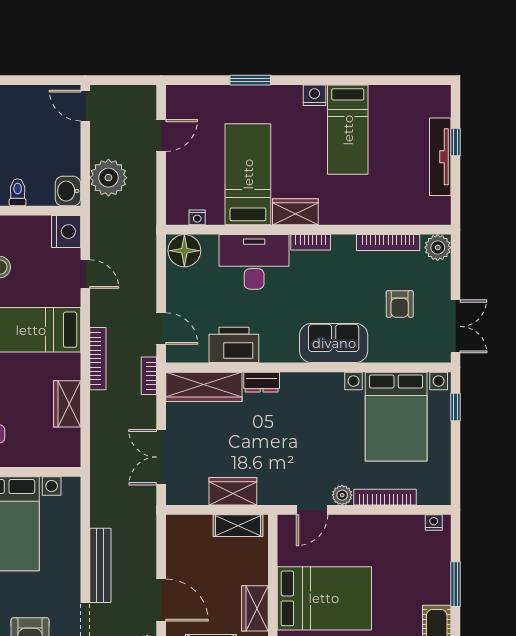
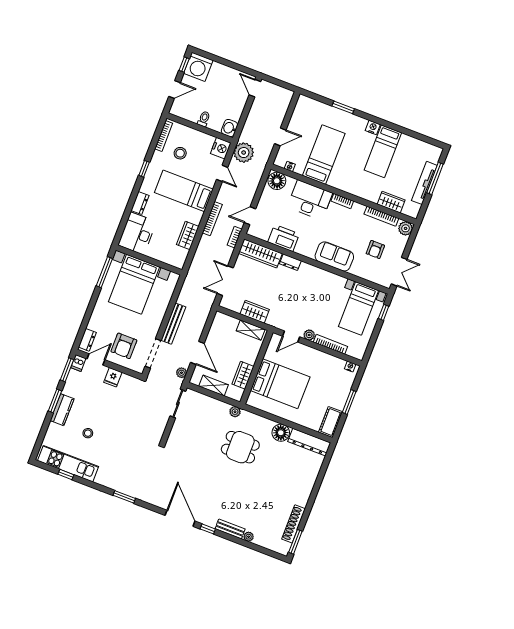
door: (161, 135) -> (280, 137), moved
window: (456, 142) -> (435, 178), width x2.17
plant: (108, 178) -> (244, 153), moved
wardrobe: (295, 212) -> (391, 202), moved
door: (161, 329) -> (250, 216), swing flipped
bed with nightstands: (396, 417) -> (358, 308), width x0.73

